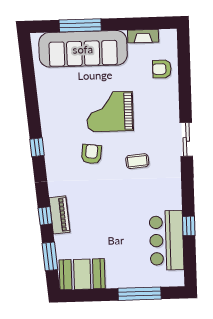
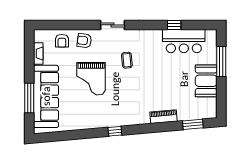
armchair: (91, 154) -> (84, 41), moved
window: (45, 216) -> (164, 127), removed
booth: (82, 274) -> (206, 81), moved

